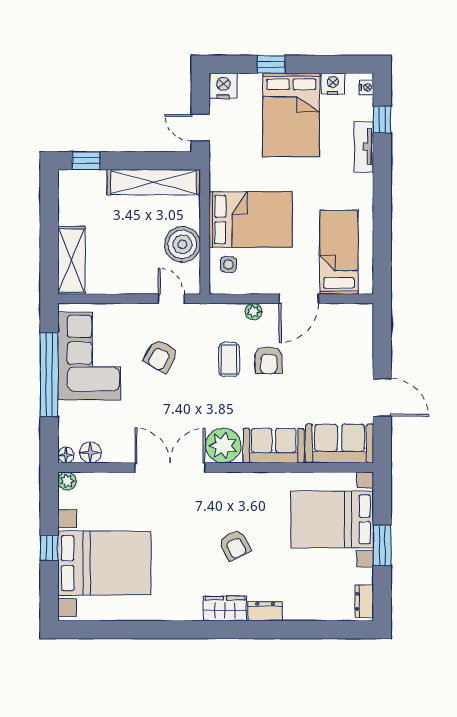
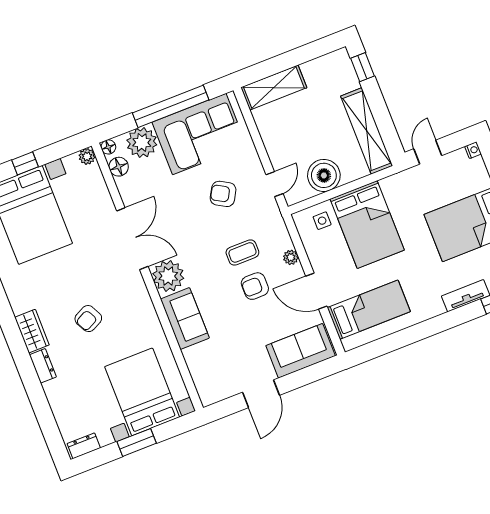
nightstand: (223, 86) -> (473, 150), width x0.53, depth x0.56
plant: (75, 419) -> (142, 143), added
sofa: (340, 444) -> (301, 351), moved, turned -90

